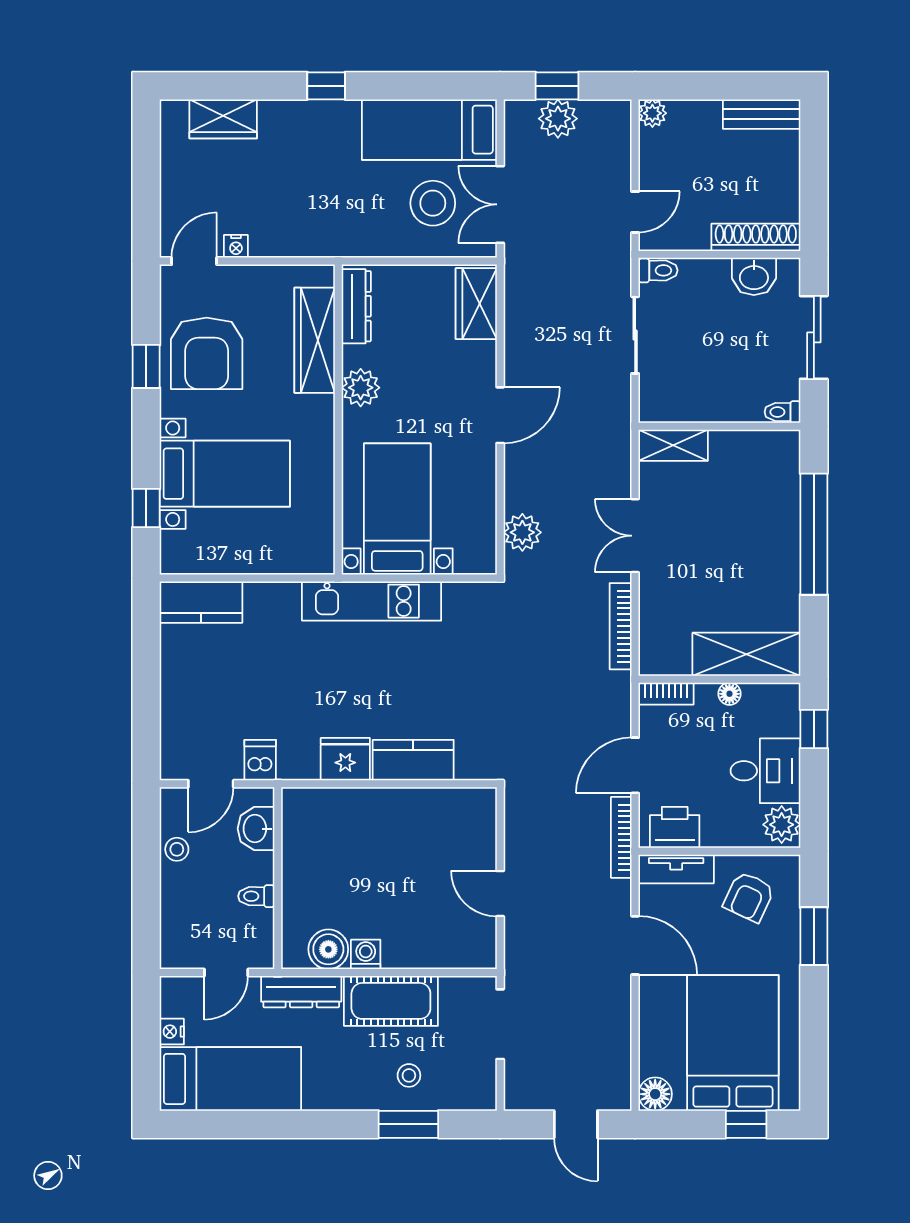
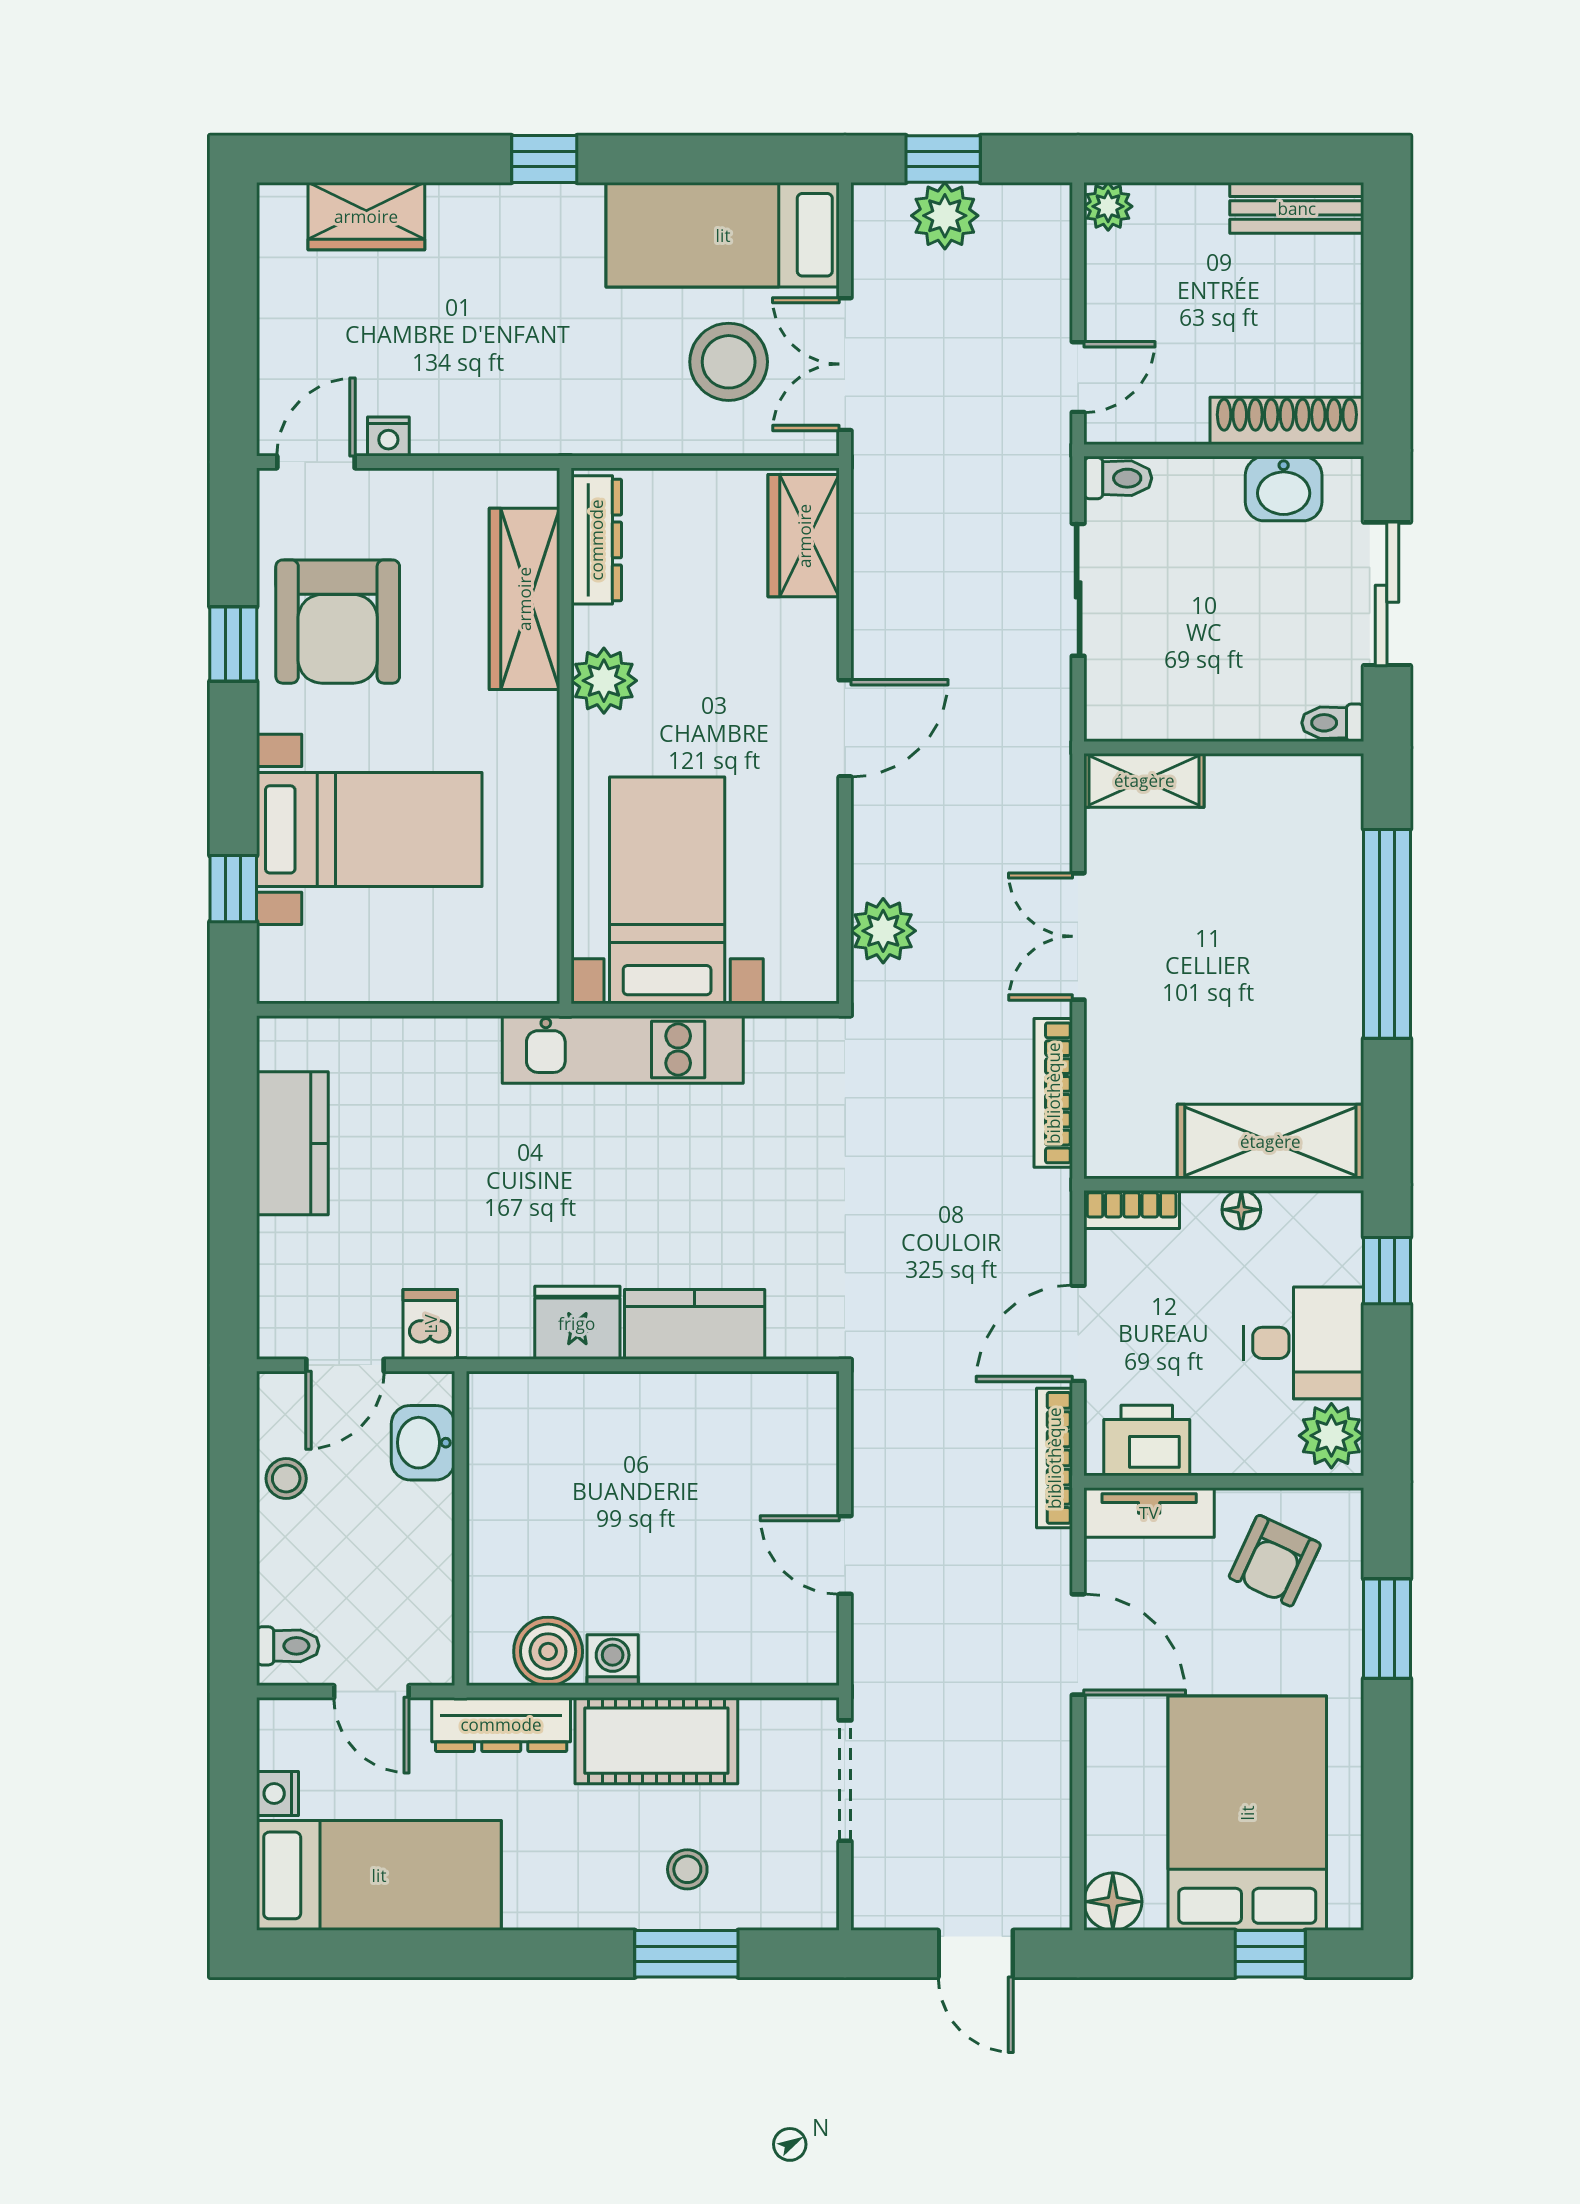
kitchen counter: (201, 602) -> (292, 1143), moved, turned -90
toilet: (256, 896) -> (288, 1646), moved, turned 180
door: (226, 973) -> (371, 1692), hinge flipped

